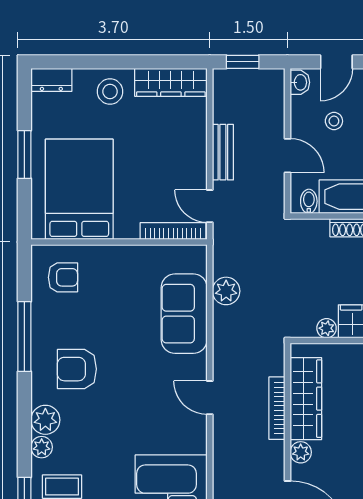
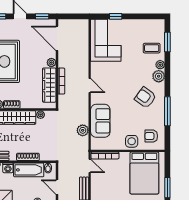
side table: (110, 265) -> (132, 141), added
armchair: (77, 369) -> (145, 98), turned -144

